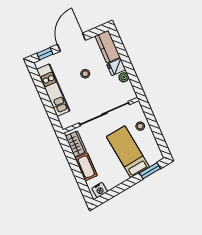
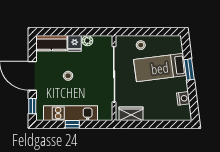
window: (44, 96) -> (72, 124), added
cot: (86, 167) -> (157, 113), removed
window: (150, 171) -> (189, 69), moved
nightstand: (100, 190) -> (183, 98), moved

